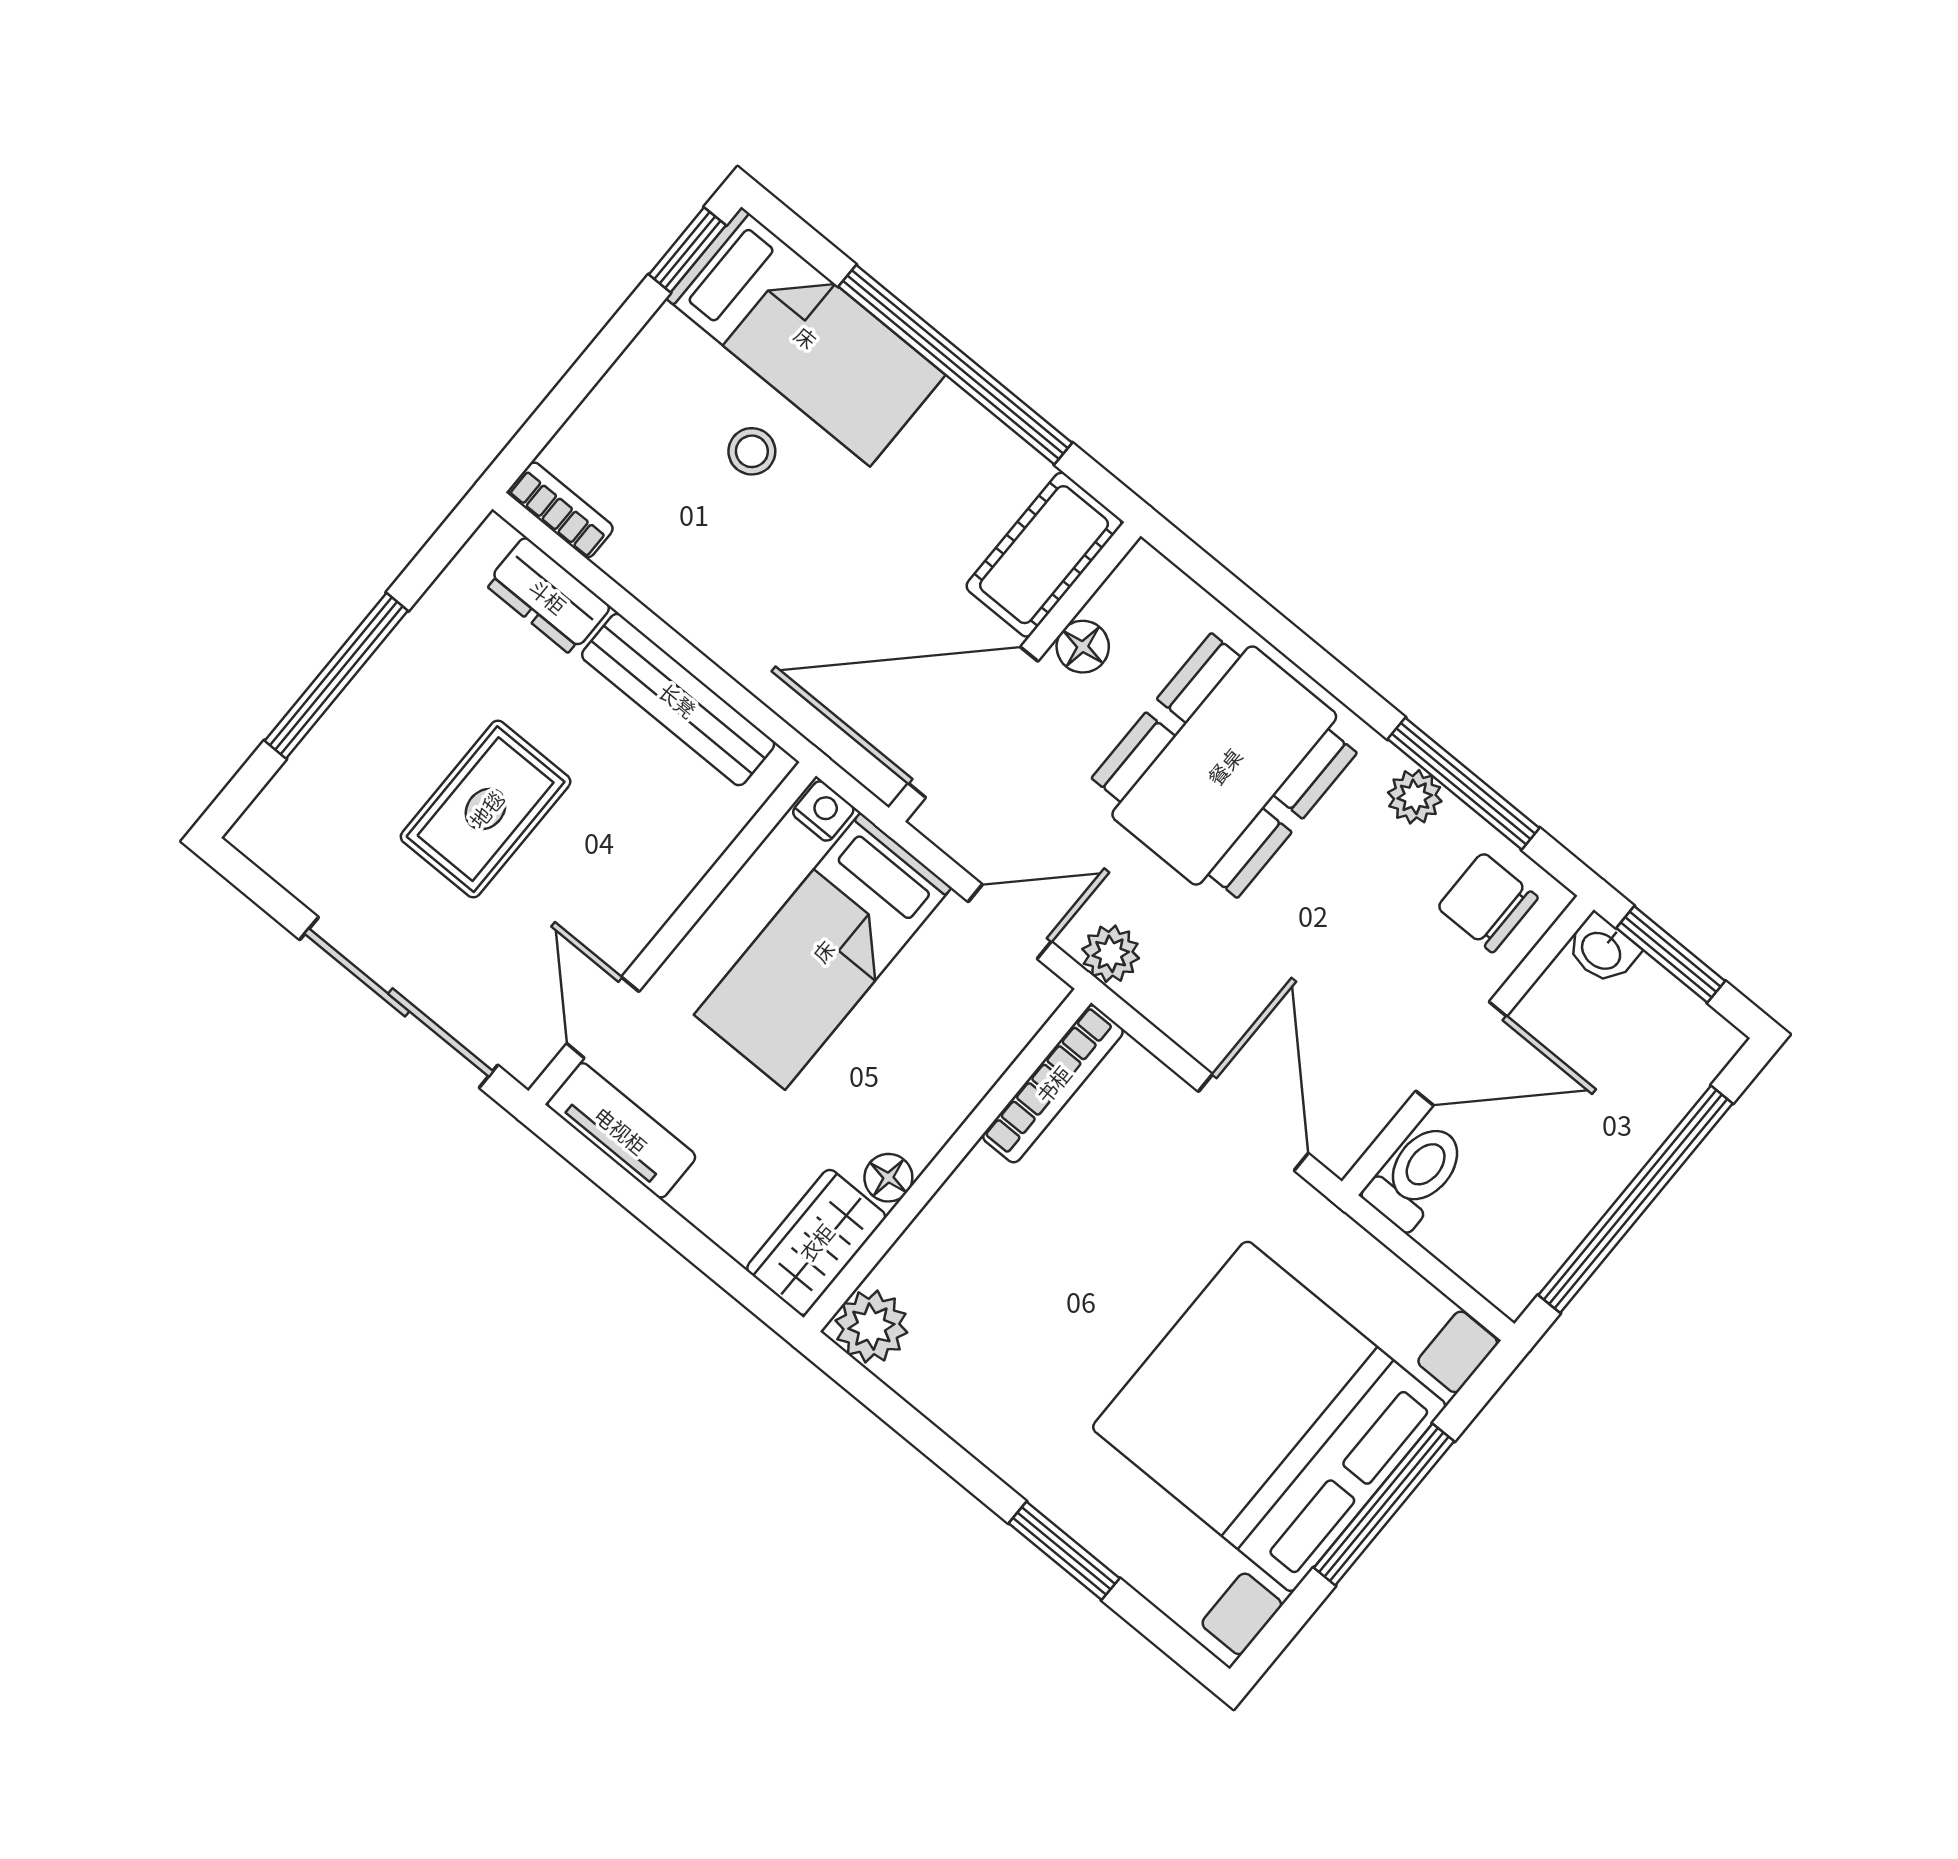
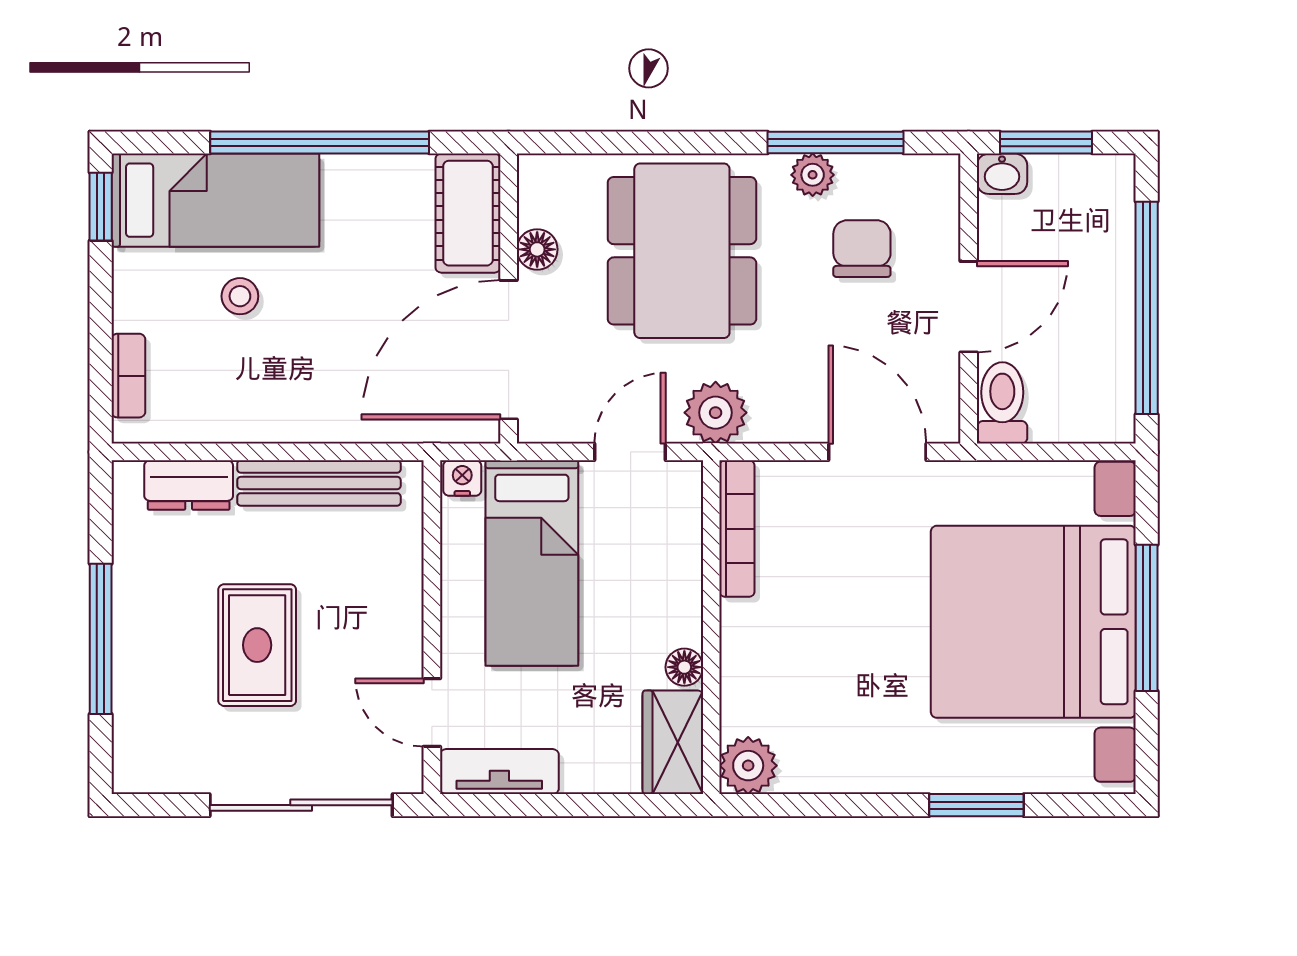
bookcase: (561, 510) -> (128, 376), moved, turned 90
chair: (1488, 902) -> (862, 249), moved, turned 90
plant: (1111, 954) -> (716, 413), width x1.38, depth x1.38

